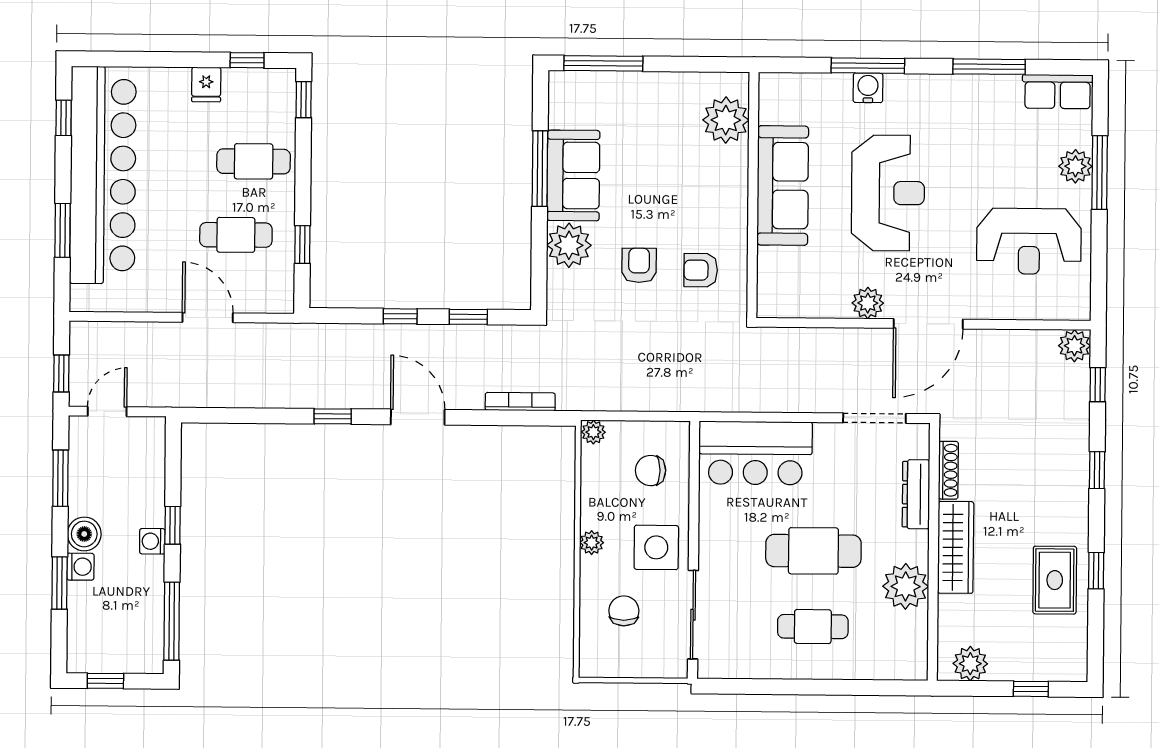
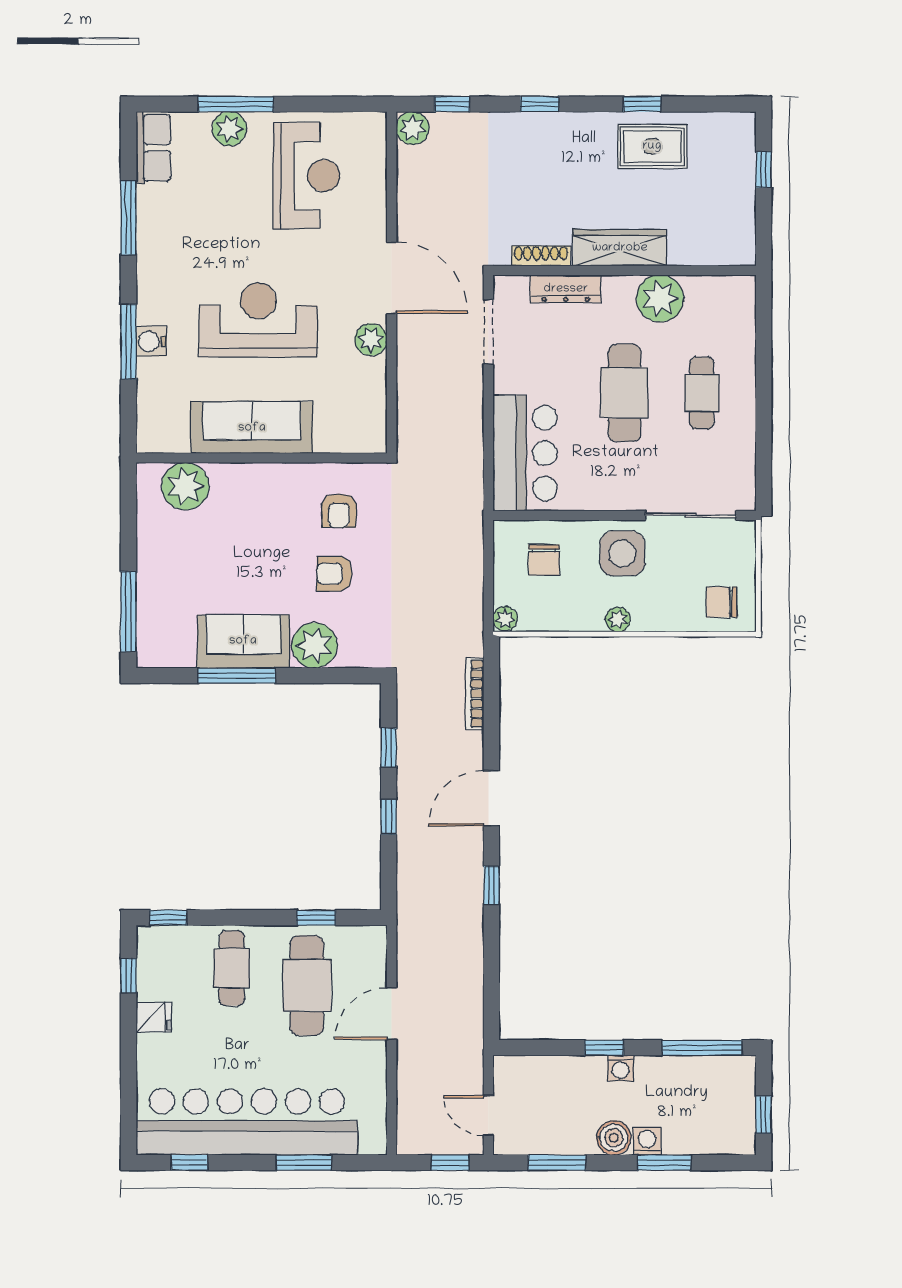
cafe table: (236, 235) -> (307, 986), width x1.37, depth x1.35
chair: (624, 611) -> (722, 602), moved
plant: (970, 664) -> (738, 232), removed

